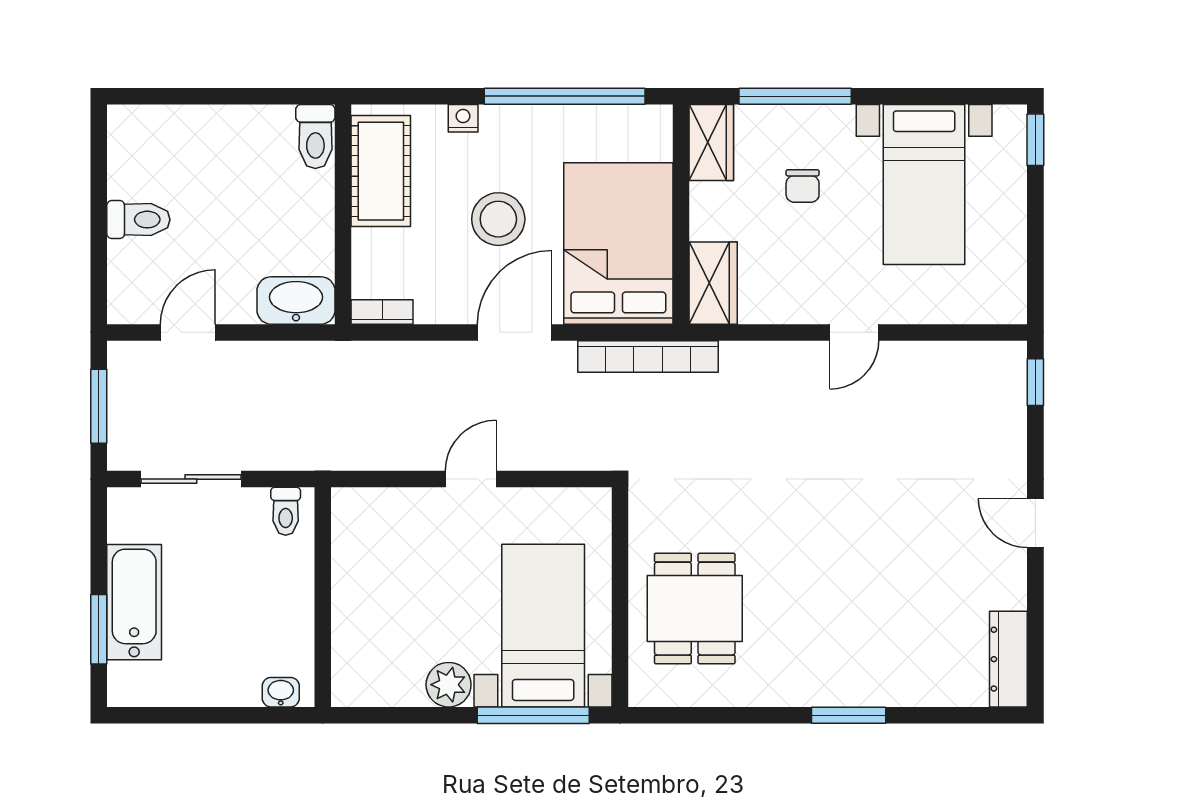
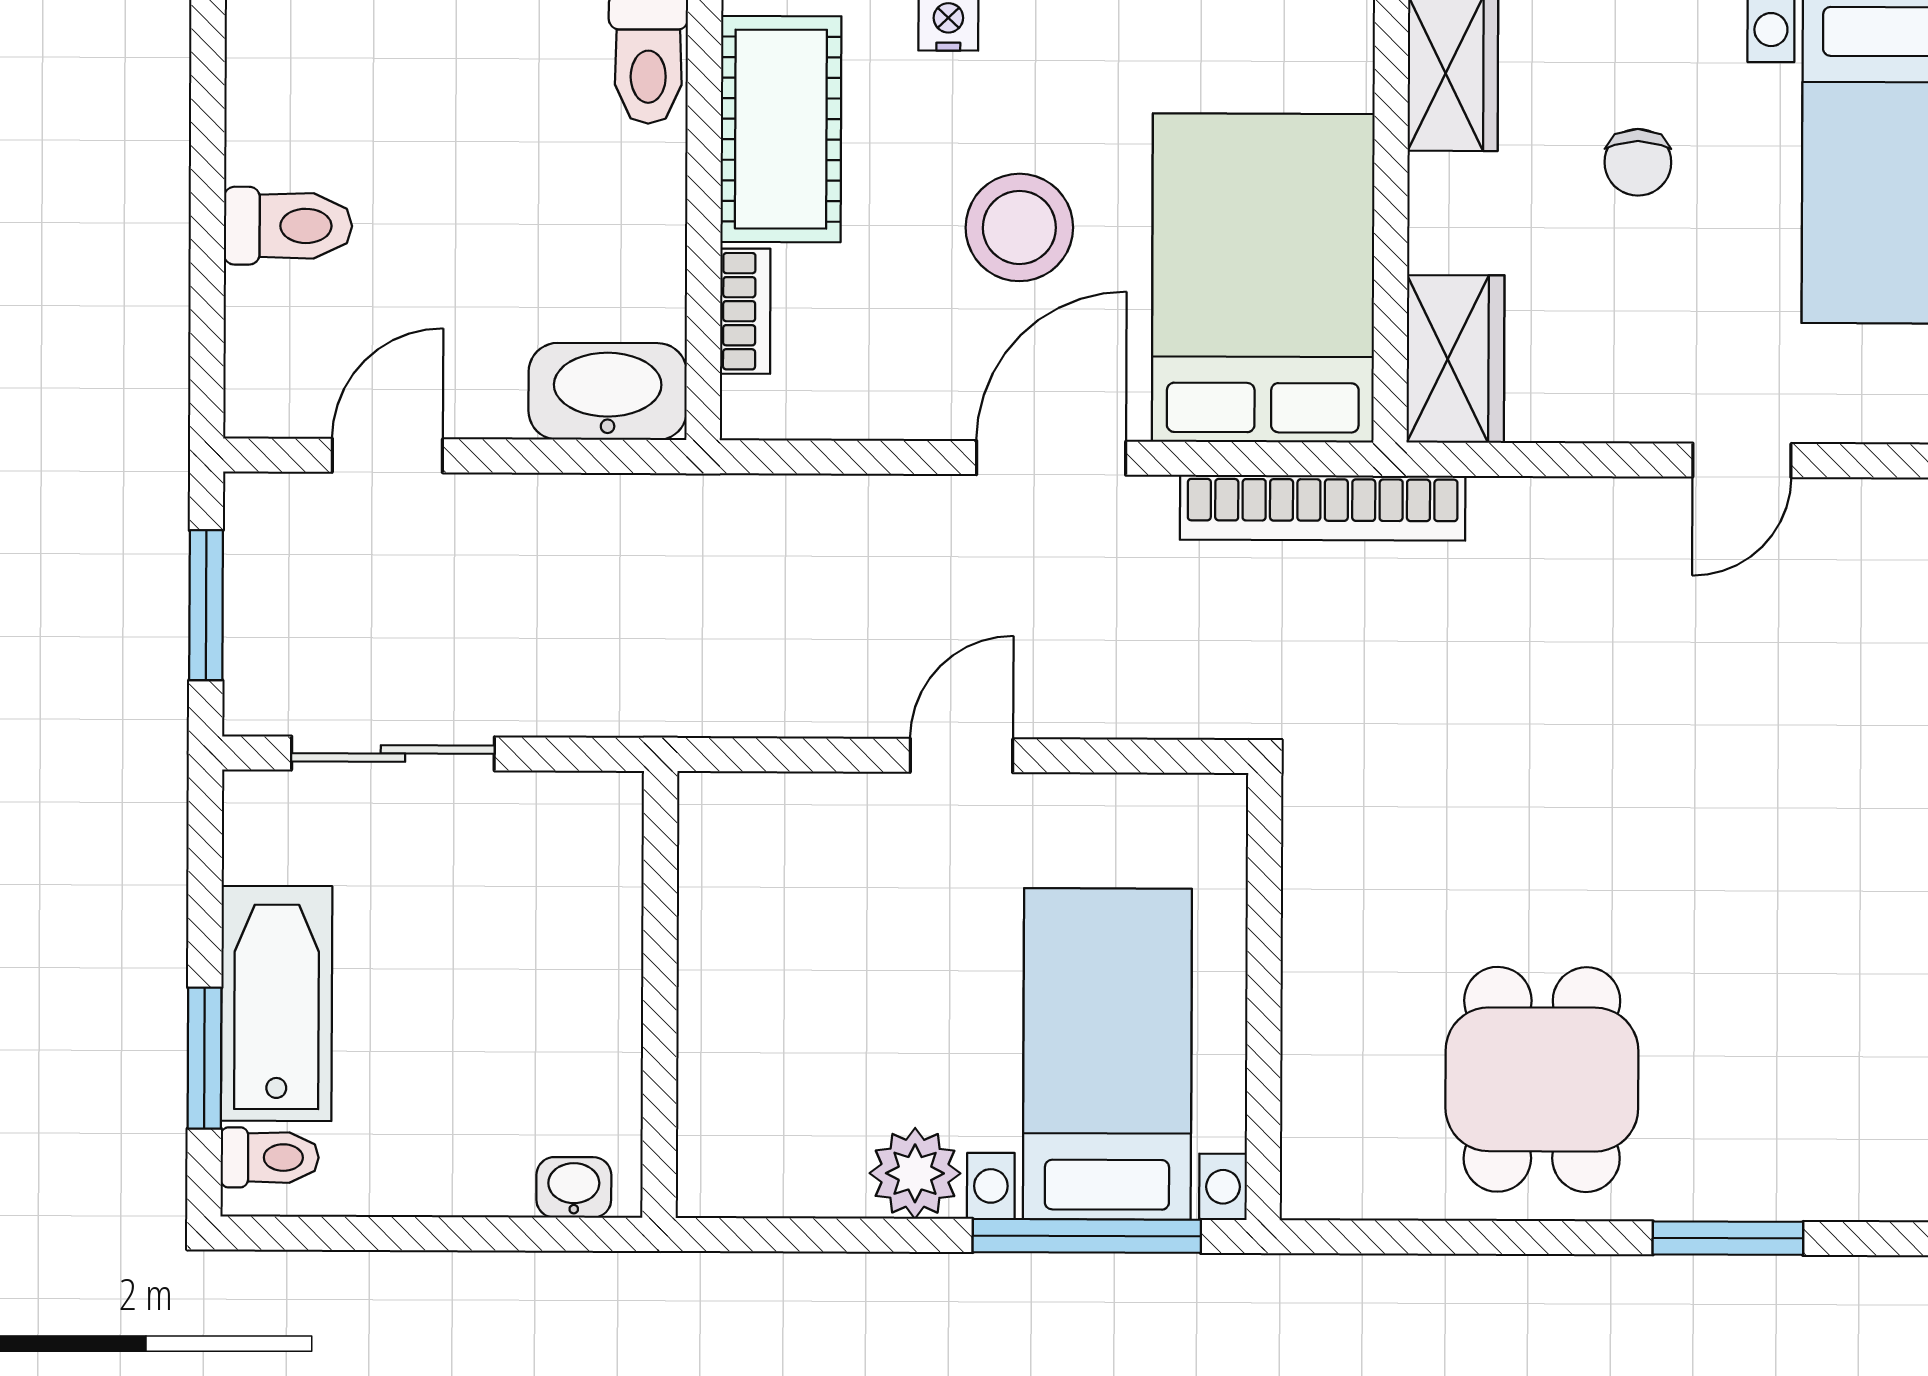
bookcase: (382, 312) -> (745, 311), moved, turned 90
toilet: (286, 511) -> (270, 1157), moved, turned -90
dining table: (695, 609) -> (1542, 1079), moved

